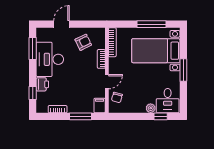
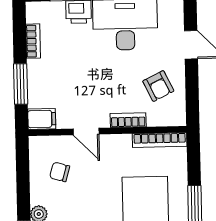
chair: (117, 97) -> (60, 172), moved

